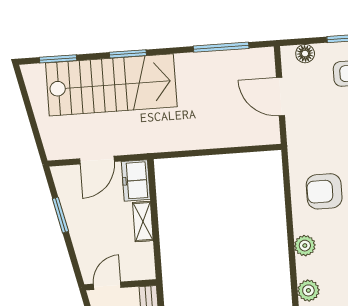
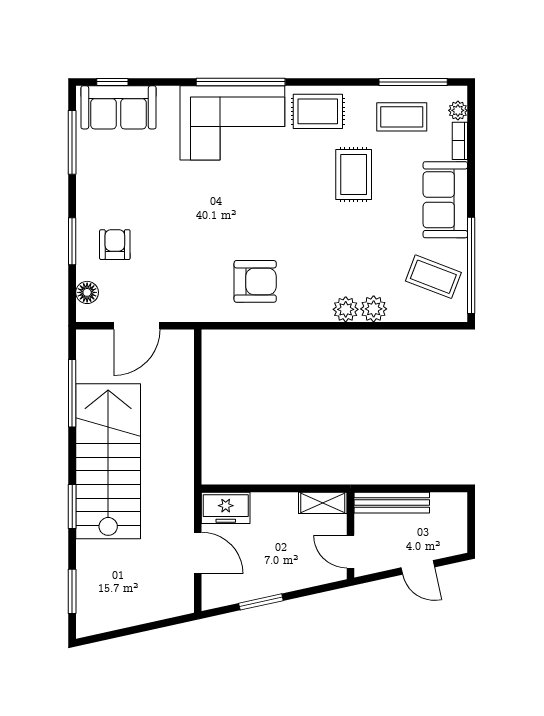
stairs: (111, 85) -> (108, 461), moved
armchair: (324, 191) -> (255, 281), turned -90
shelving: (143, 222) -> (323, 503), moved
plant: (305, 246) -> (346, 309), moved

